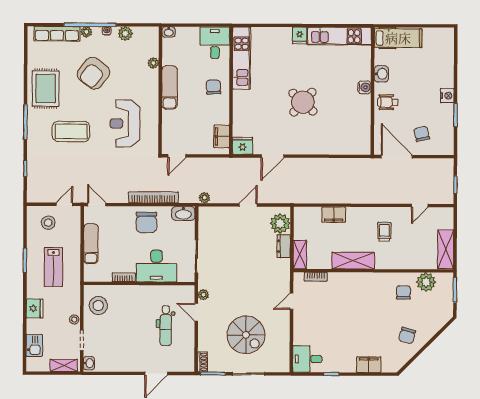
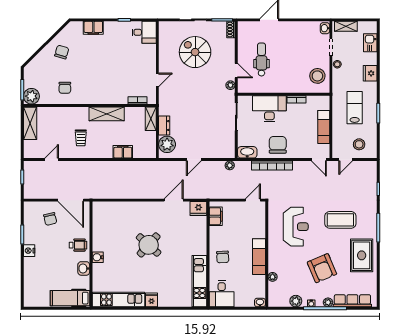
armchair: (94, 73) -> (322, 268), turned 119
plant: (426, 282) -> (31, 96), moved

